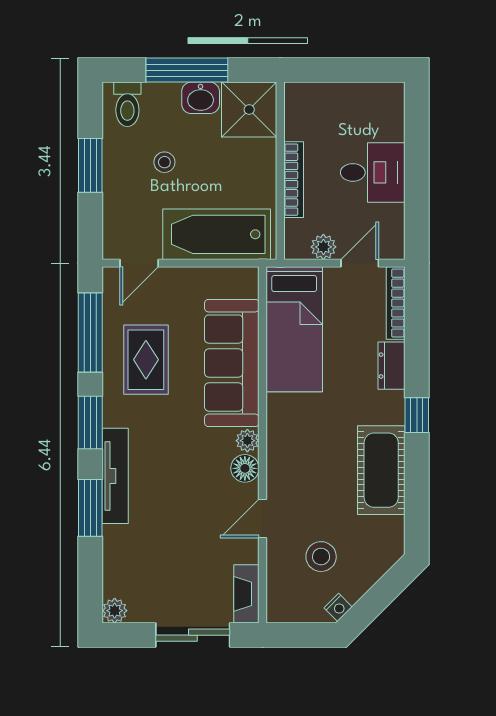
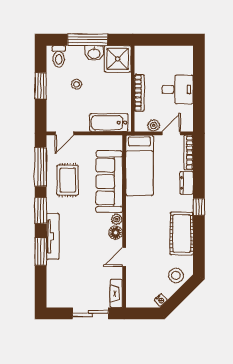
bathtub: (217, 234) -> (109, 123), width x0.73, depth x0.73
stool: (321, 557) -> (176, 275), moved
plant: (115, 611) -> (53, 302), removed

